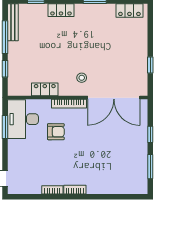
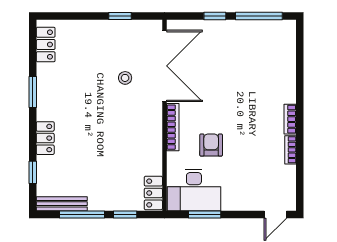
stool: (82, 78) -> (125, 78), moved
locker: (45, 89) -> (153, 193), moved
window: (150, 167) -> (259, 16), width x1.44

